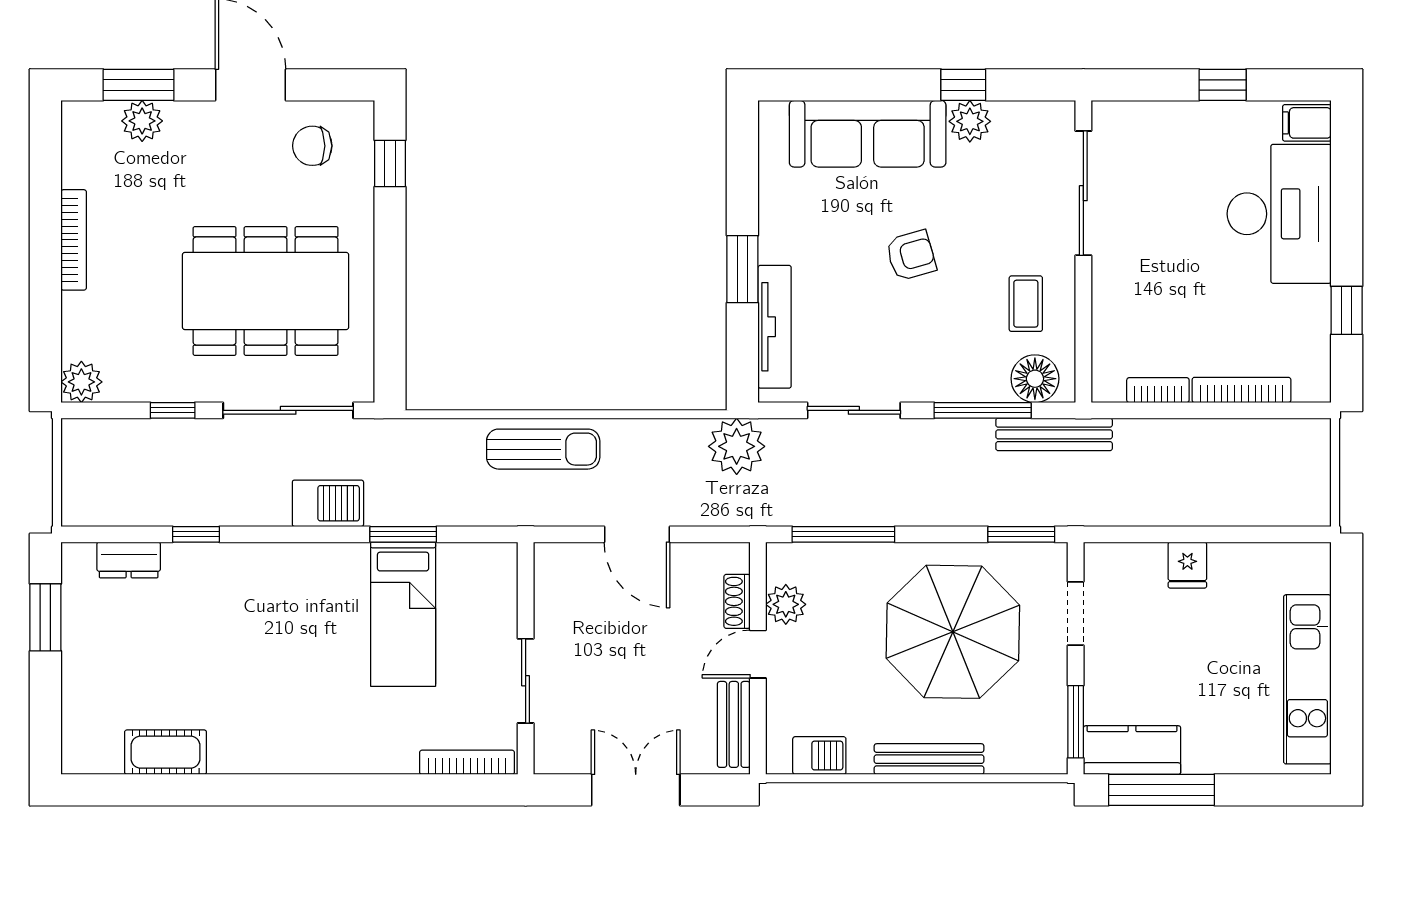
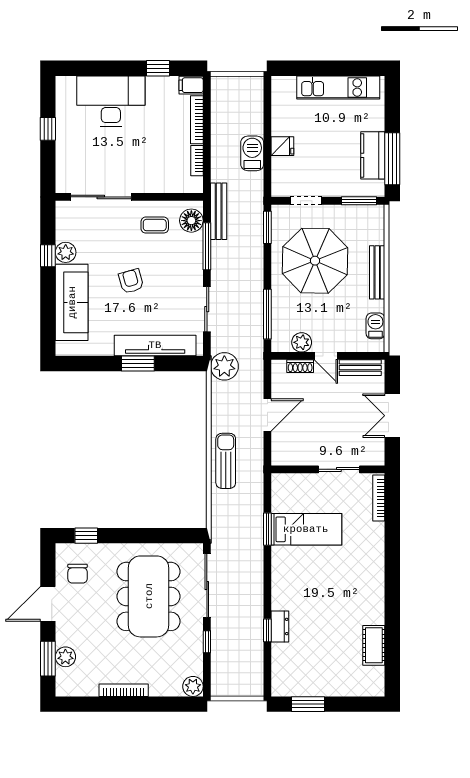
filing cabinet: (1307, 123) -> (191, 85), moved, turned 90
tv unit: (775, 327) -> (155, 345), width x1.36, depth x1.29
barbecue: (328, 503) -> (252, 153), moved
dresser: (129, 560) -> (280, 626), moved
kitchen counter: (1132, 750) -> (373, 155), moved

